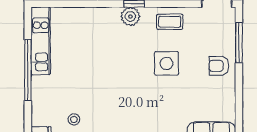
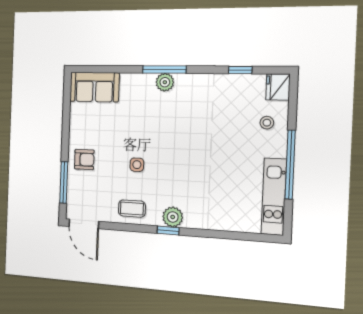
side table: (167, 63) -> (137, 165), width x0.54, depth x0.54
stool: (74, 119) -> (267, 123), moved

